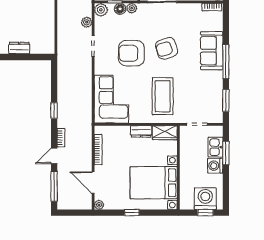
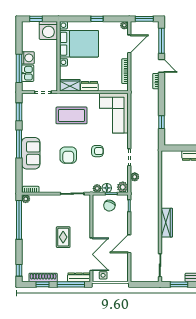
armchair: (167, 48) -> (68, 155), turned 108
armchair: (131, 53) -> (97, 151), width x0.53, depth x0.53
coffee table: (163, 96) -> (72, 115), turned 90
window: (54, 110) -> (162, 122), moved
window: (226, 153) -> (19, 68), width x1.44
door: (54, 156) -> (162, 66), hinge flipped
door: (93, 183) -> (129, 44), hinge flipped
washing machine: (205, 199) -> (48, 30), moved
window: (75, 213) -> (144, 19), added

